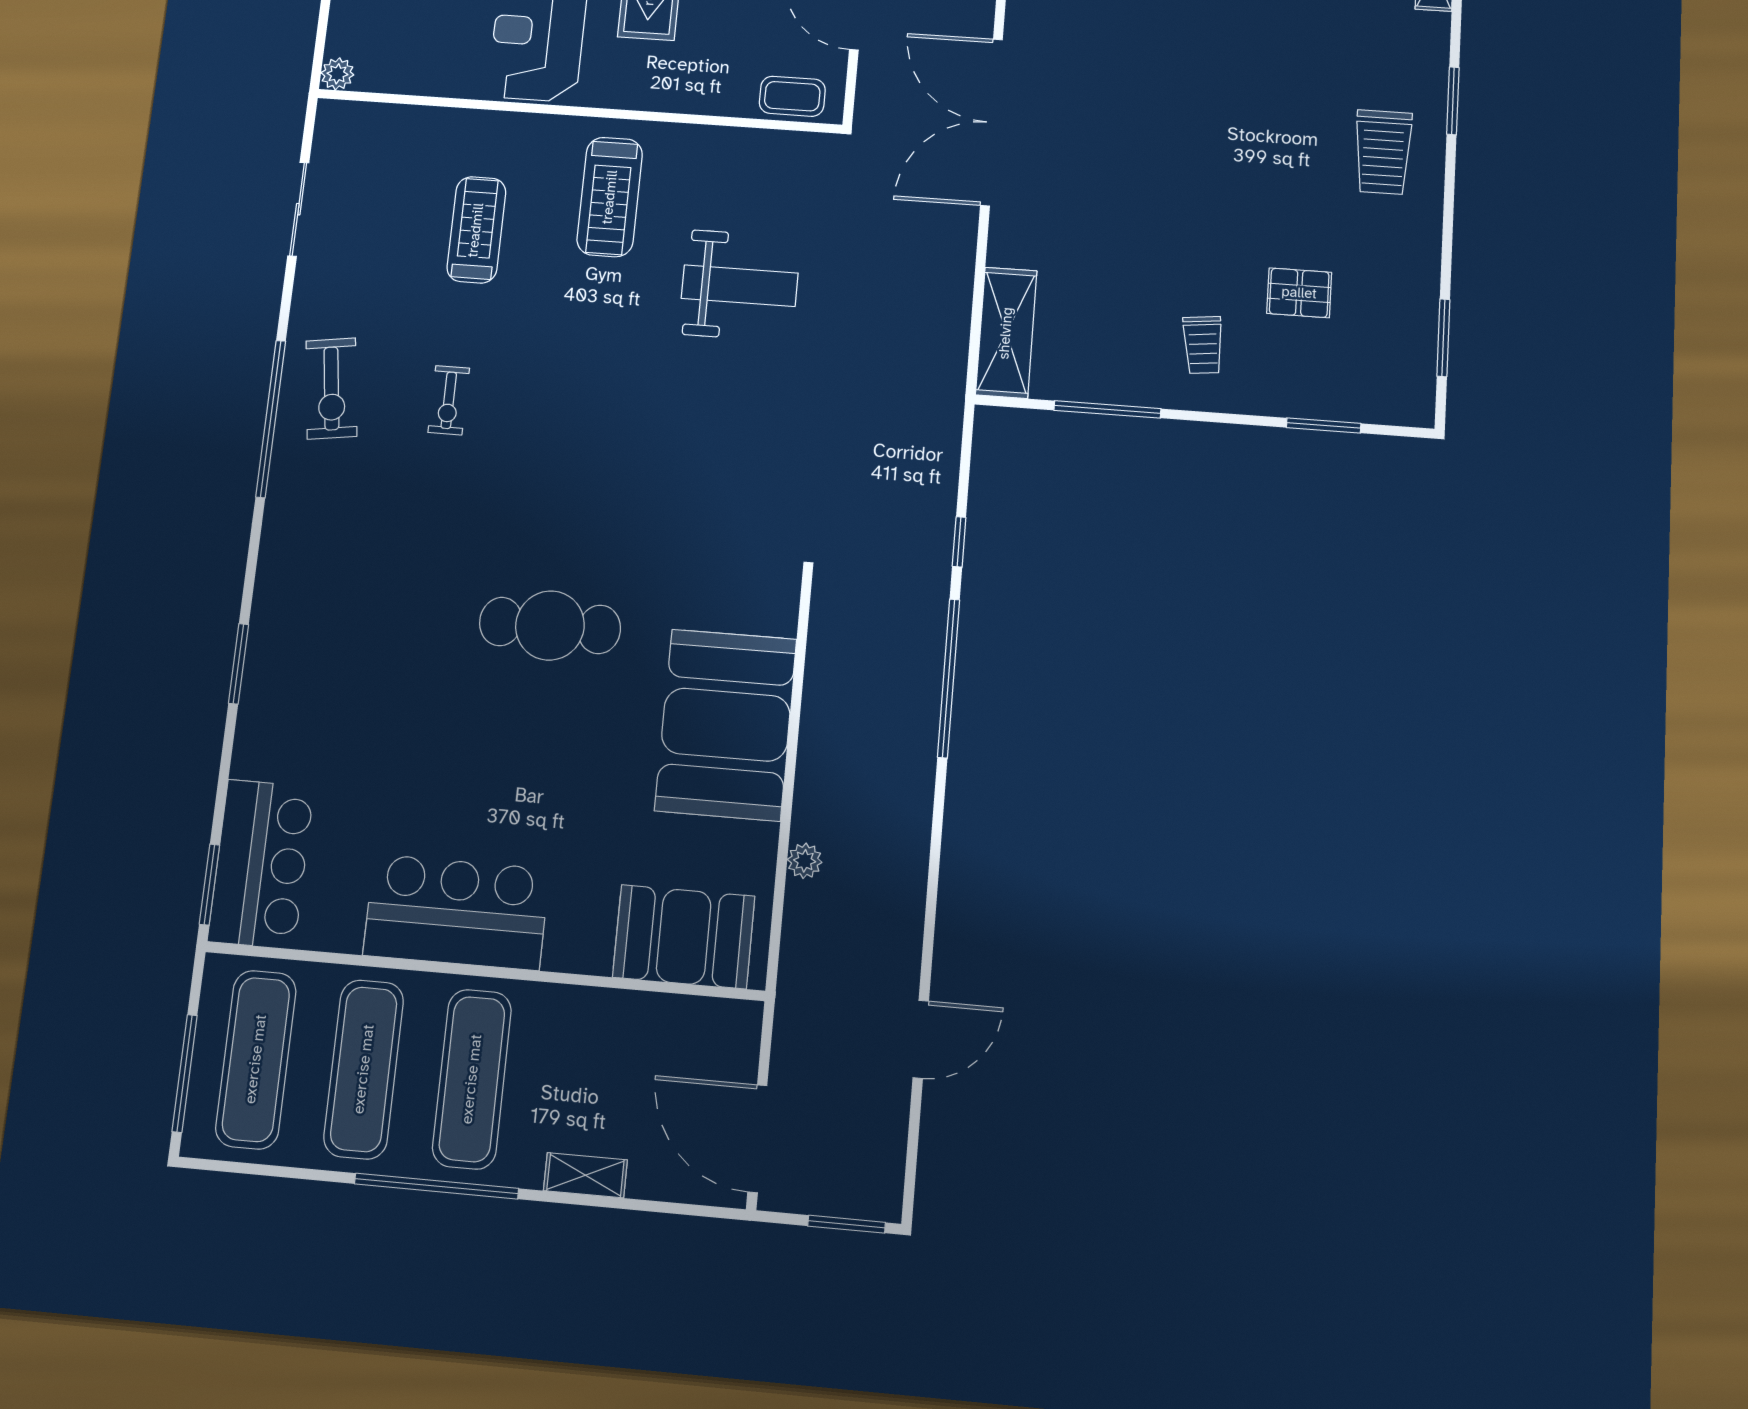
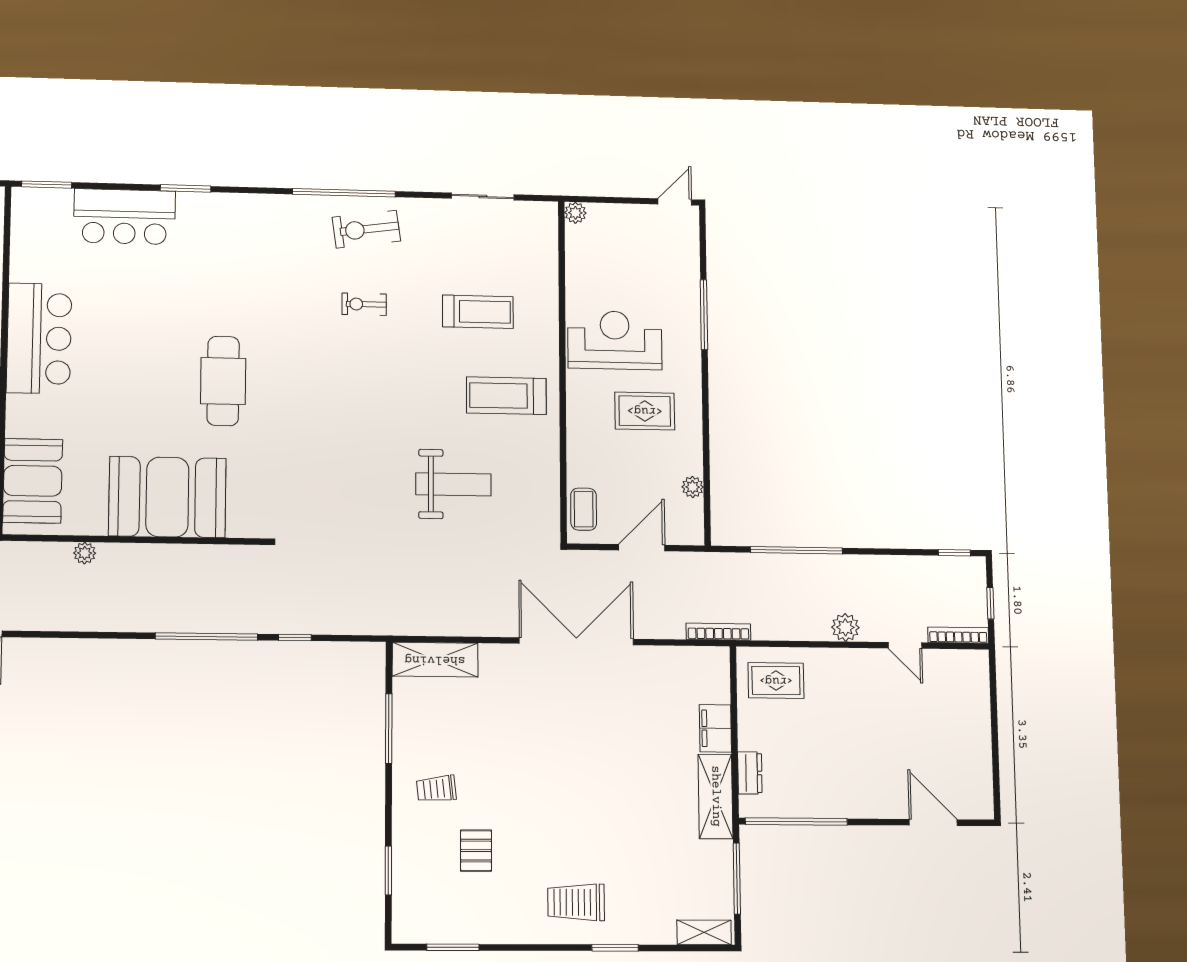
weight bench: (740, 286) -> (453, 484), turned -90
bar counter: (261, 864) -> (125, 217), moved

